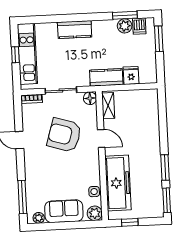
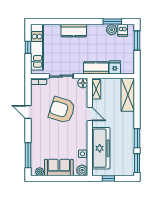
shelving: (150, 111) -> (128, 95), added

